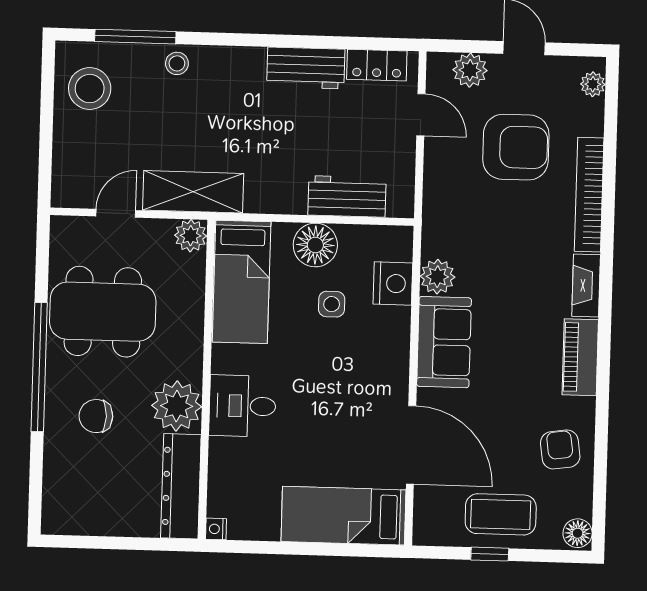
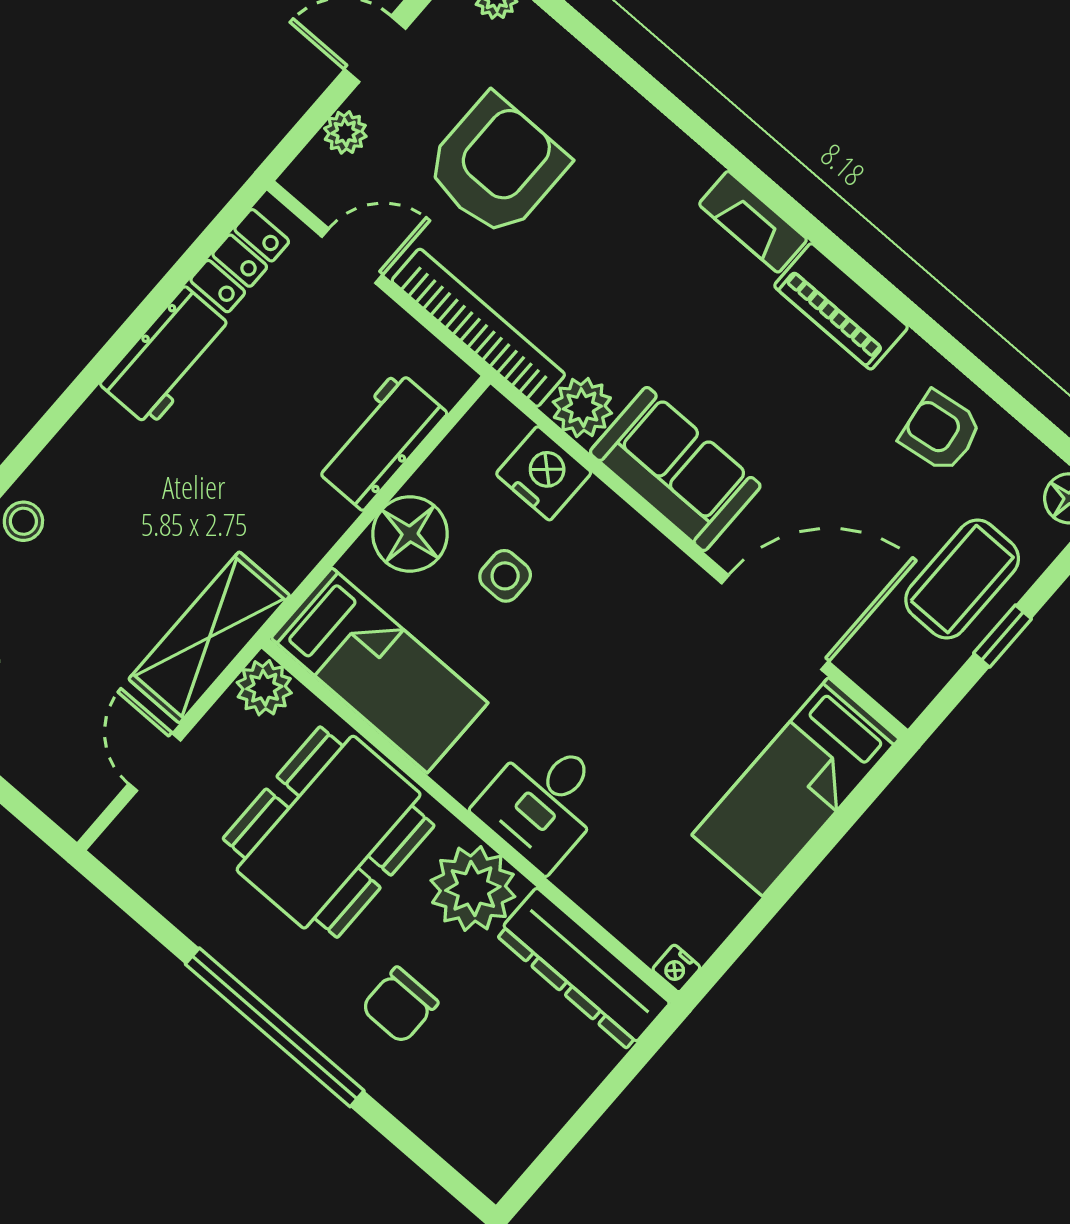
plant: (470, 70) -> (345, 132), width x0.73, depth x0.73
bookcase: (589, 195) -> (478, 328), moved, turned 180
dining table: (103, 312) -> (329, 832), moved

